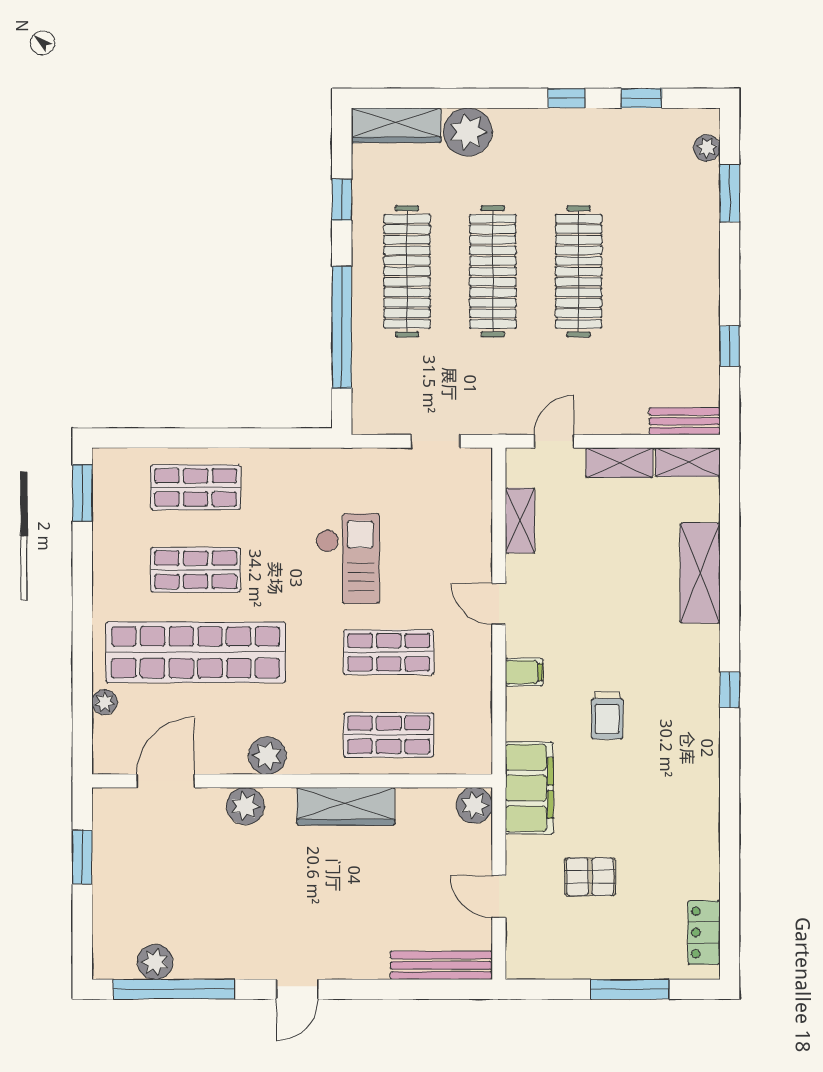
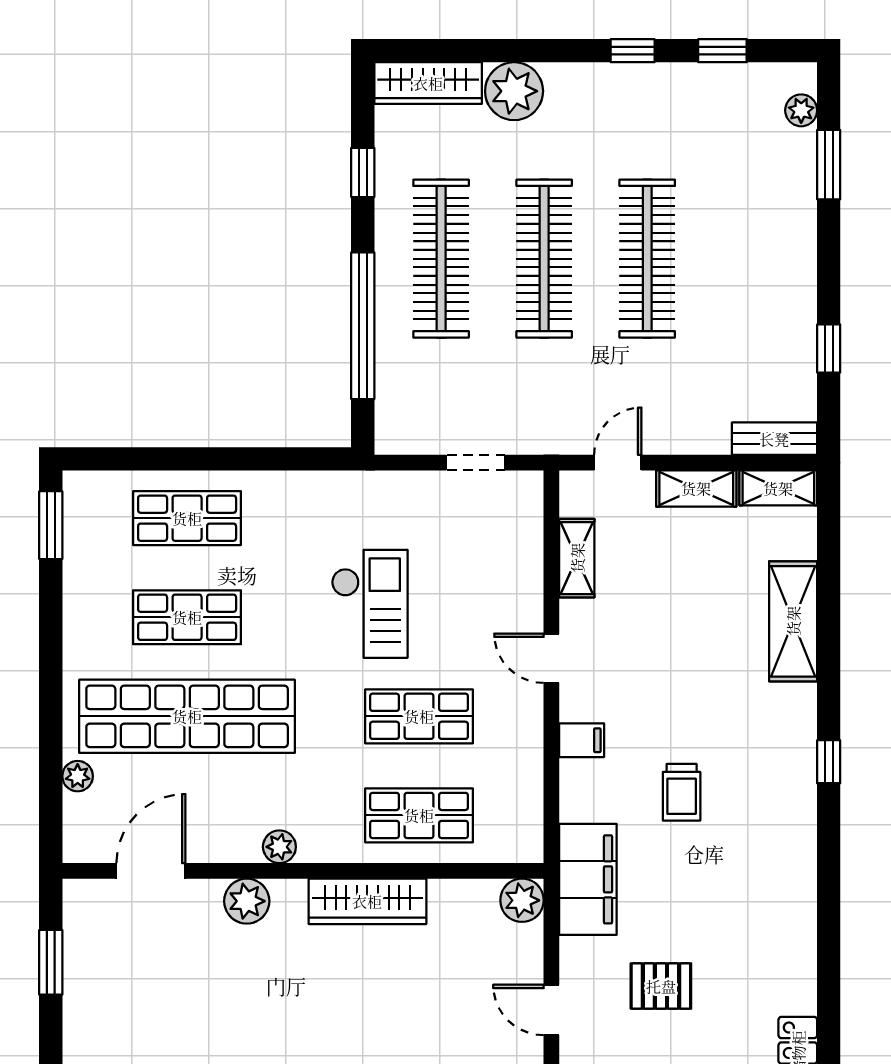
plant: (267, 756) -> (279, 847), width x0.73, depth x0.73

